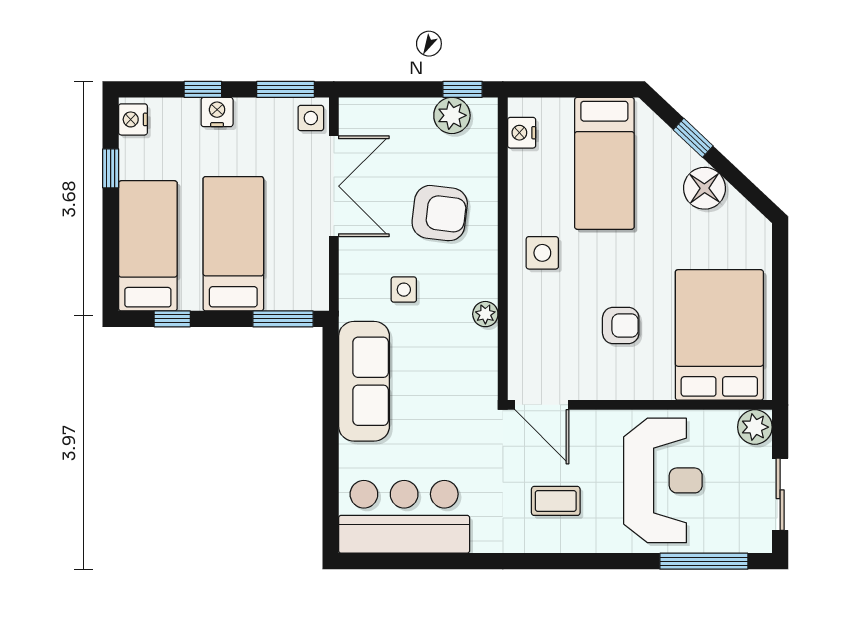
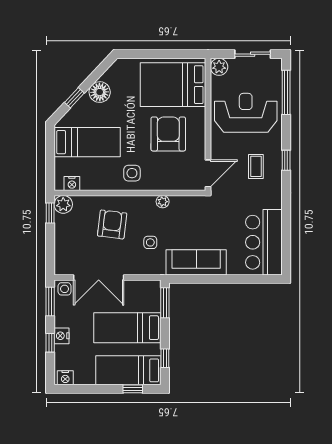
plant: (452, 115) -> (63, 204), moved
window: (111, 168) -> (133, 389), moved
double door: (334, 186) -> (99, 277), swing flipped
armchair: (621, 325) -> (168, 134), width x1.88, depth x1.88
window: (568, 561) -> (286, 160), added

